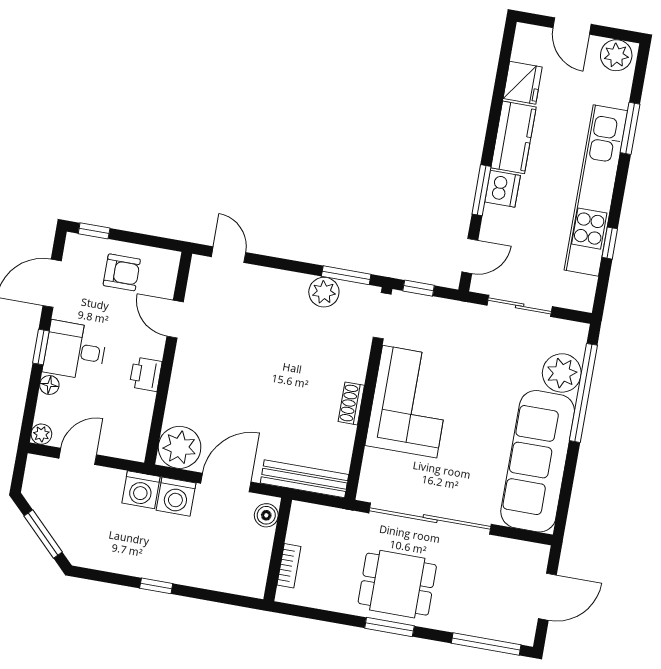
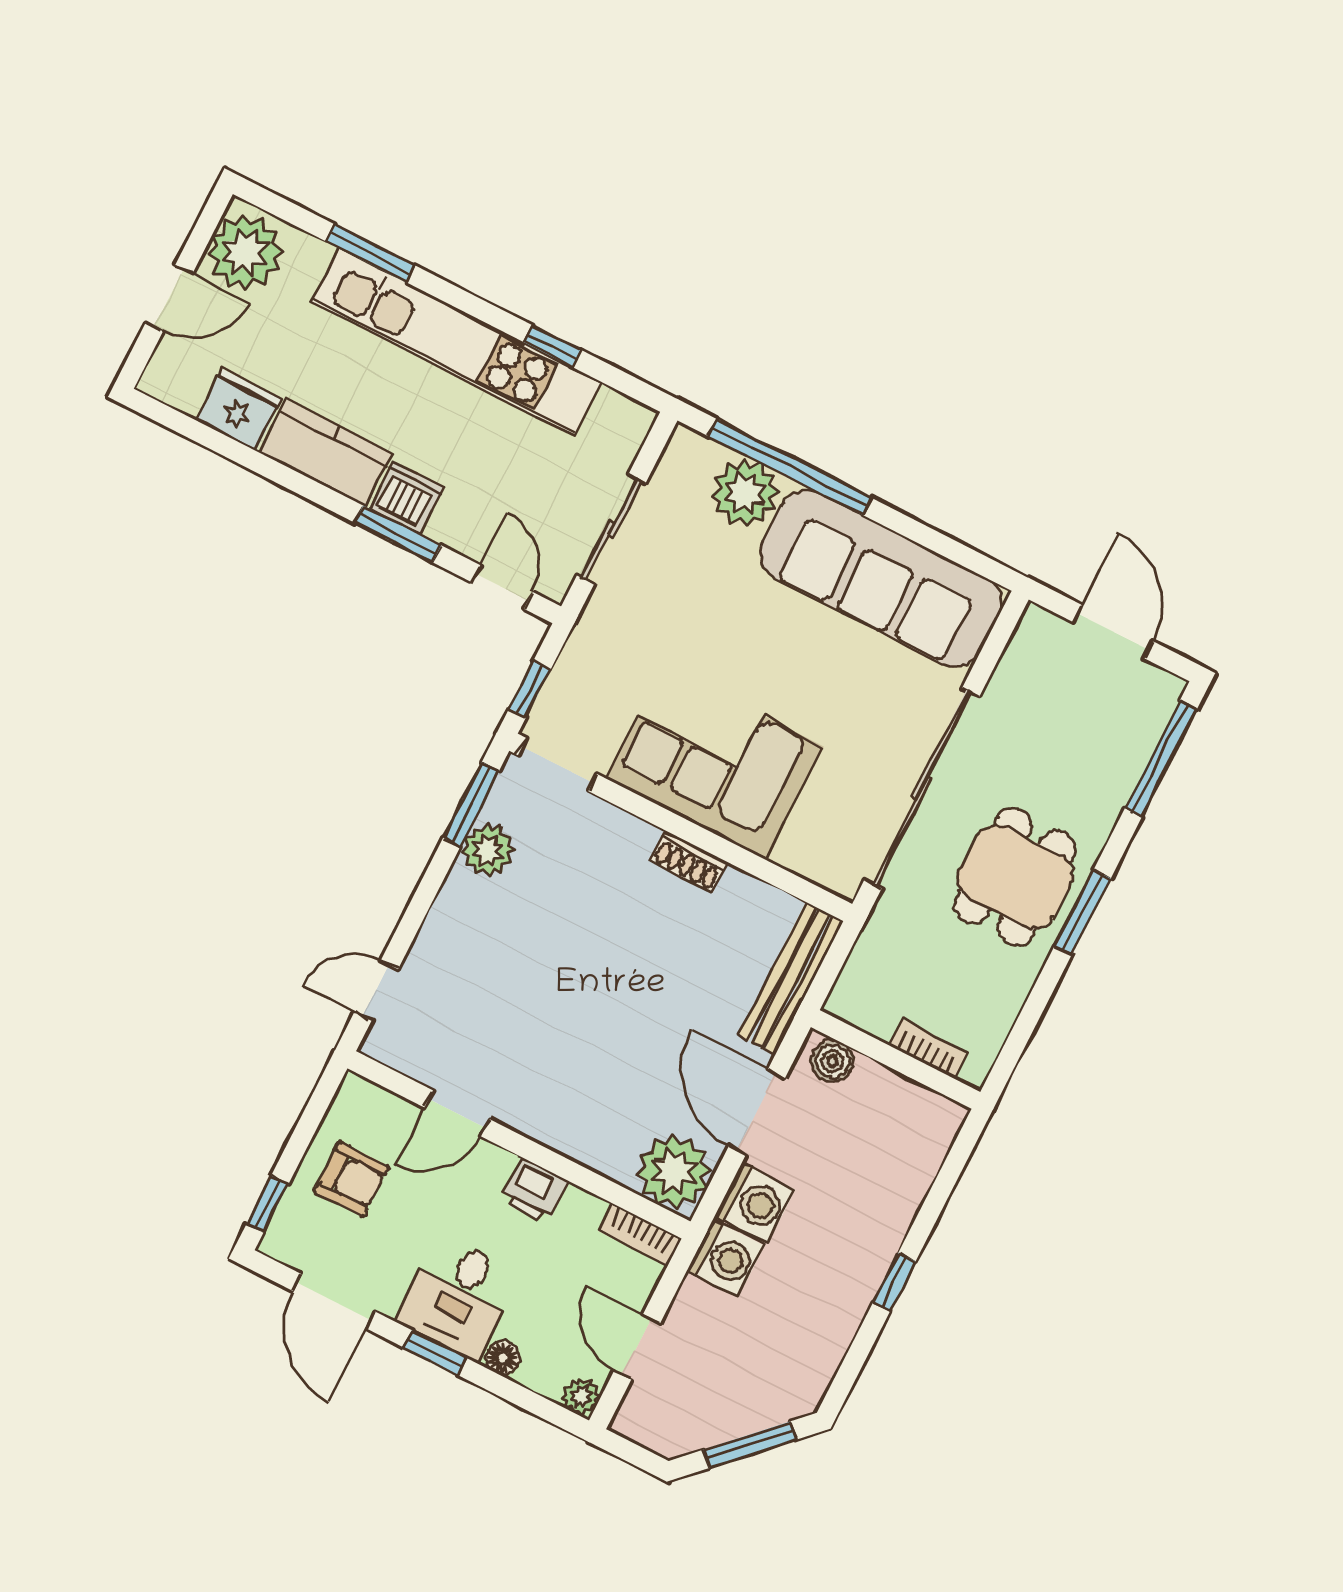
plant: (616, 55) -> (245, 252), width x1.36, depth x1.36
armchair: (122, 272) -> (351, 1179), turned 90
bookcase: (139, 439) -> (640, 1235), added

